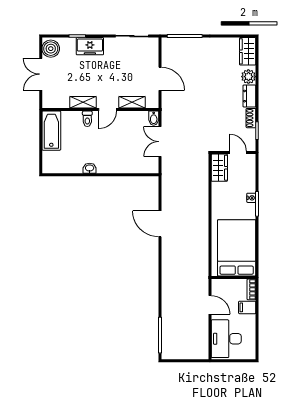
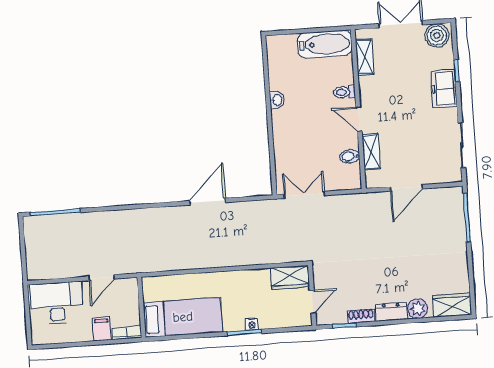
shelving: (83, 102) -> (365, 57), moved
bidet: (154, 118) -> (350, 156), moved
double door: (160, 142) -> (304, 195), moved
bed: (237, 248) -> (183, 317), width x0.67

